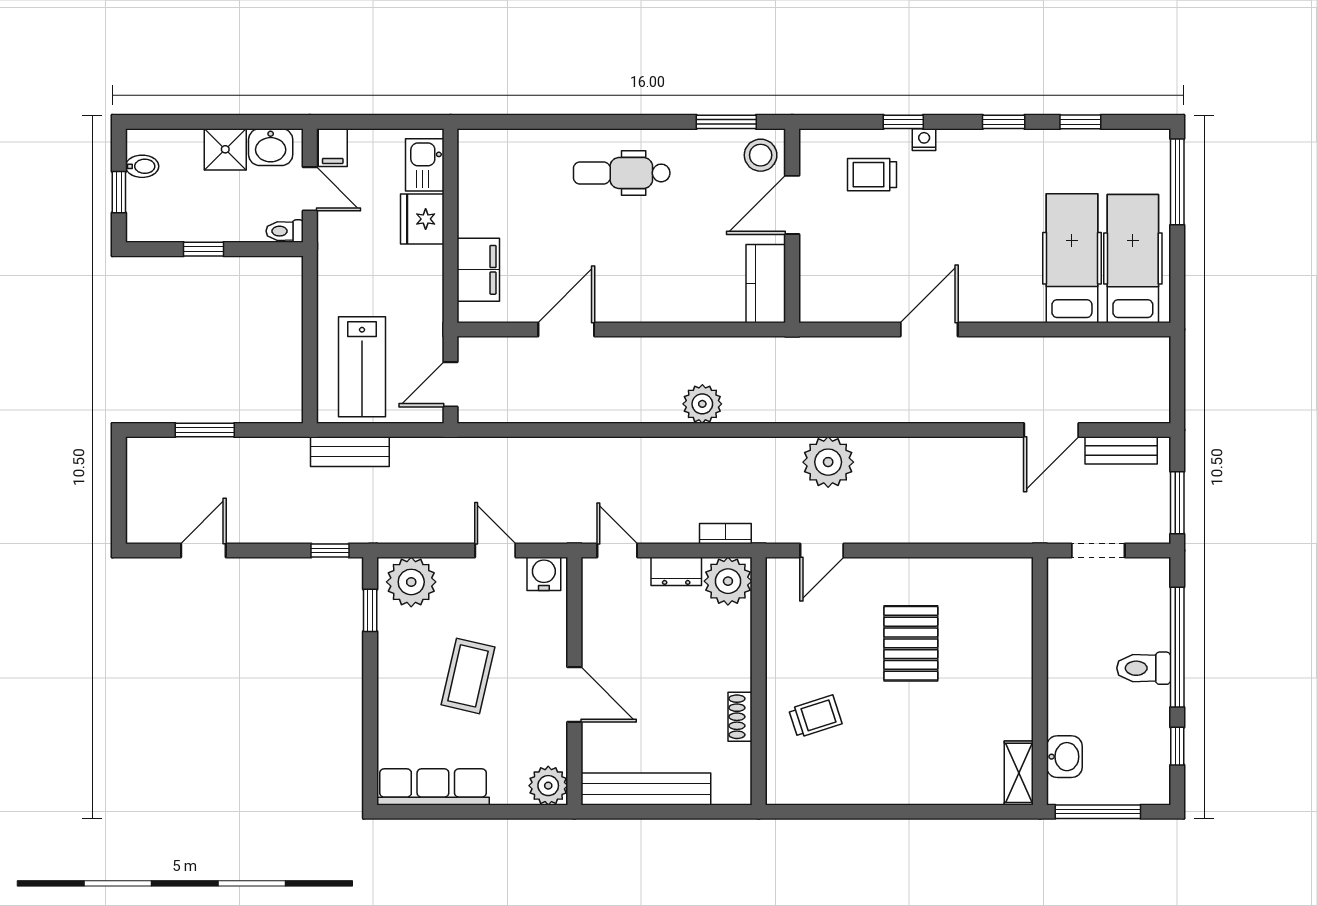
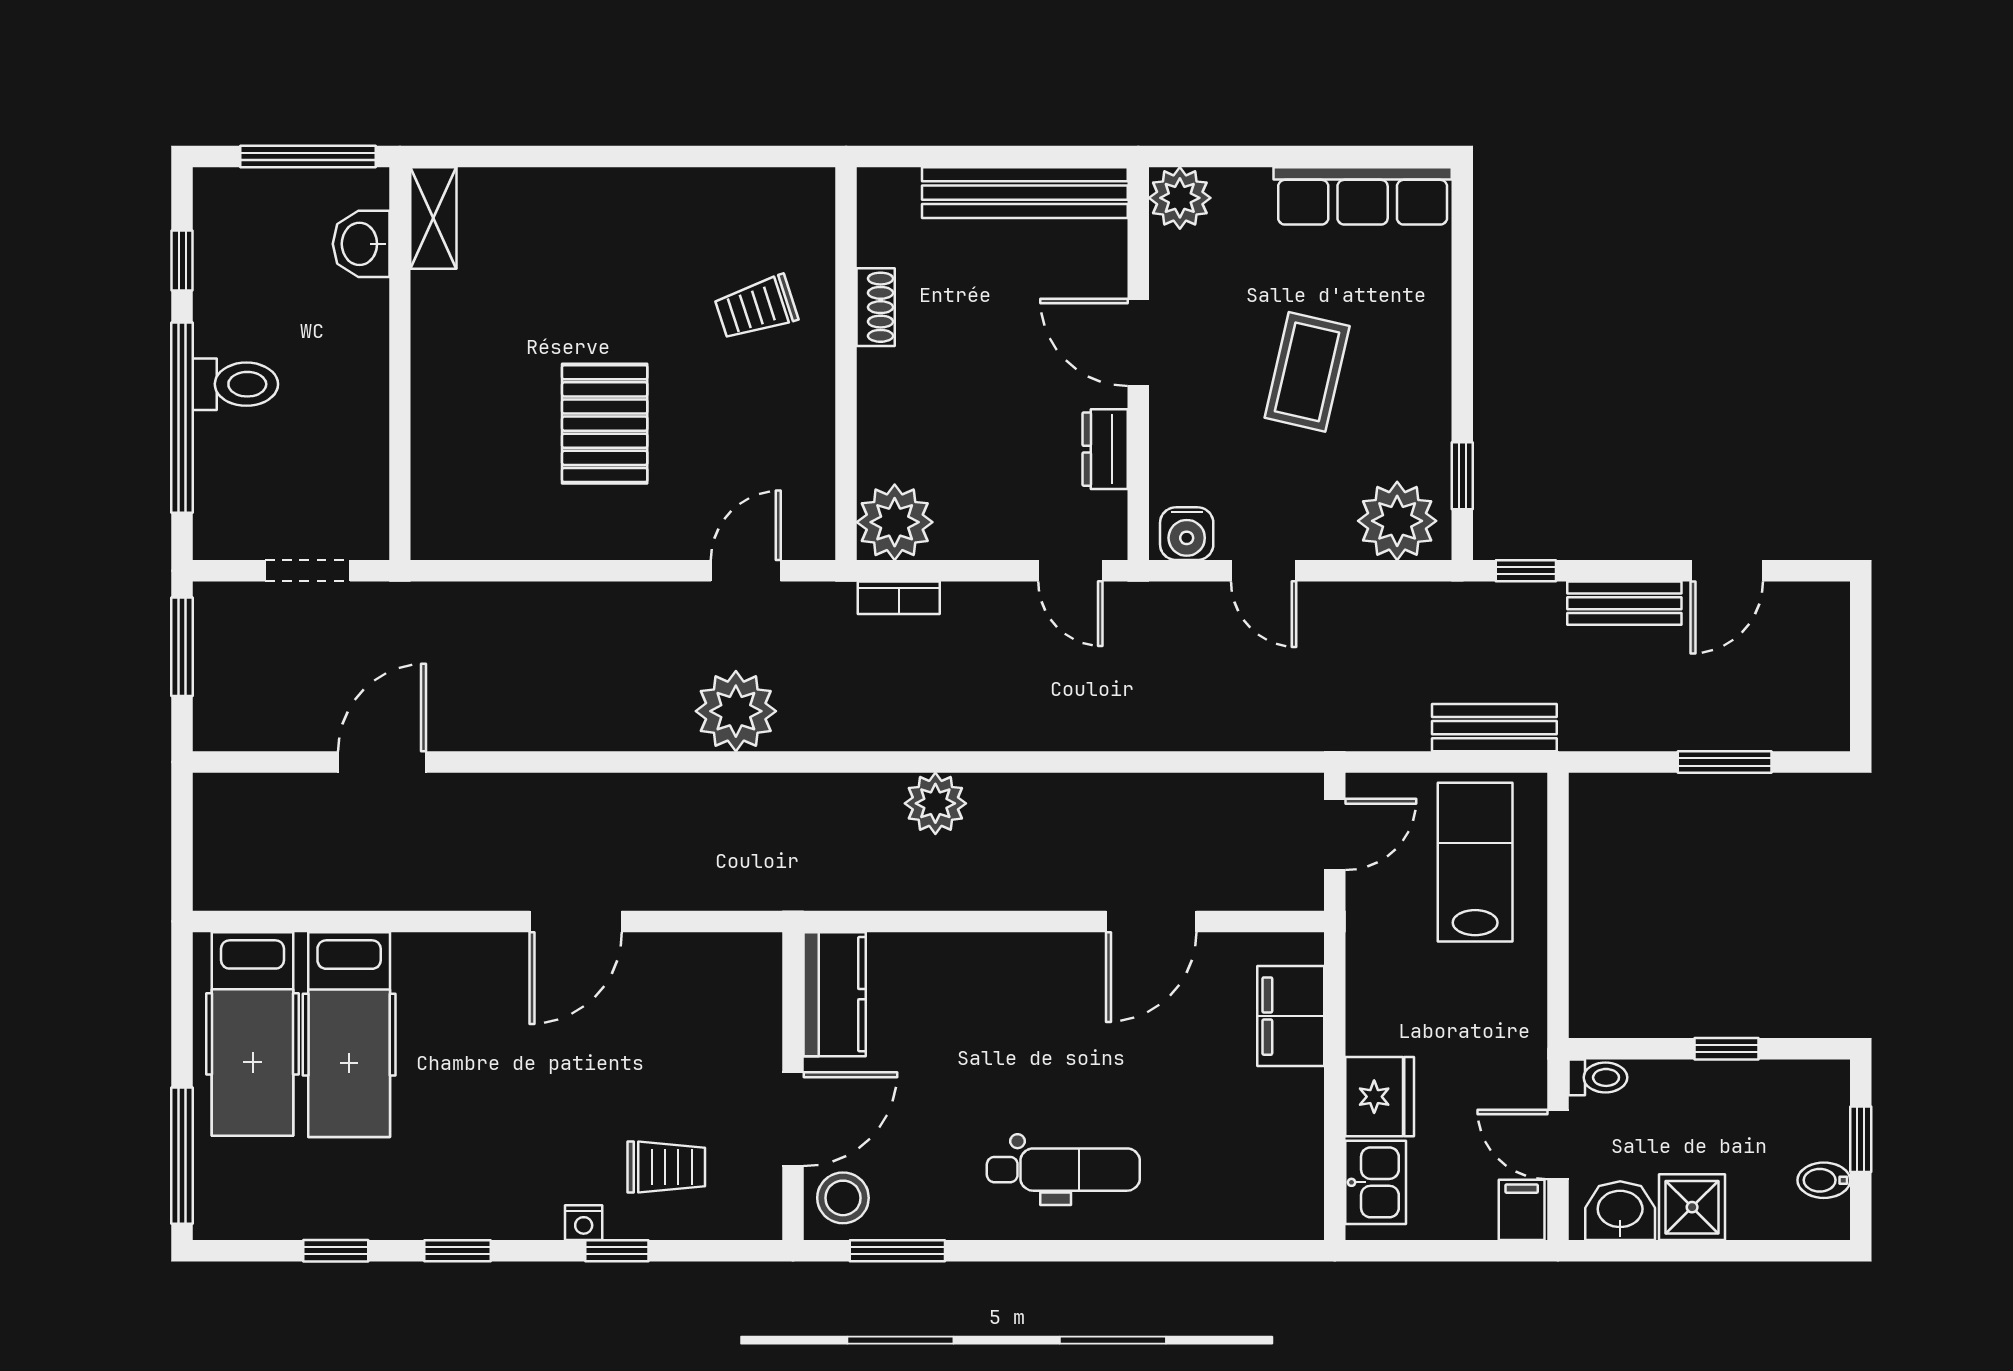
bench: (1121, 450) -> (1624, 603), moved
dresser: (676, 571) -> (1105, 449), moved, turned -90

